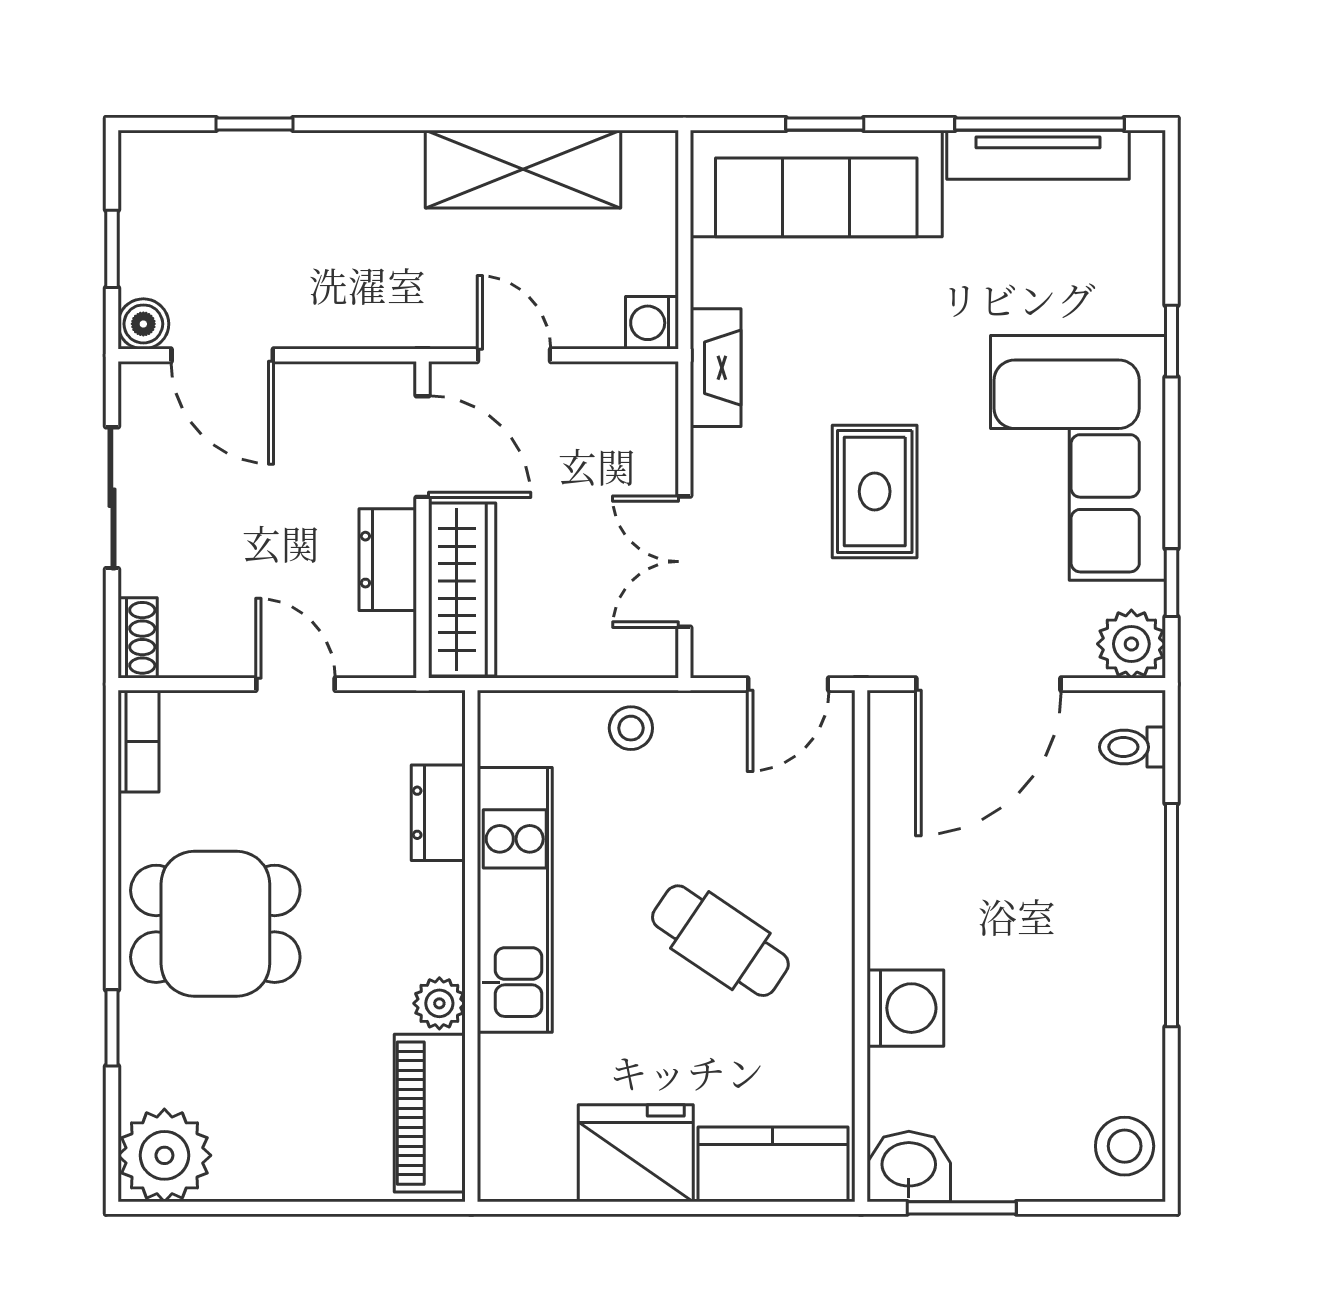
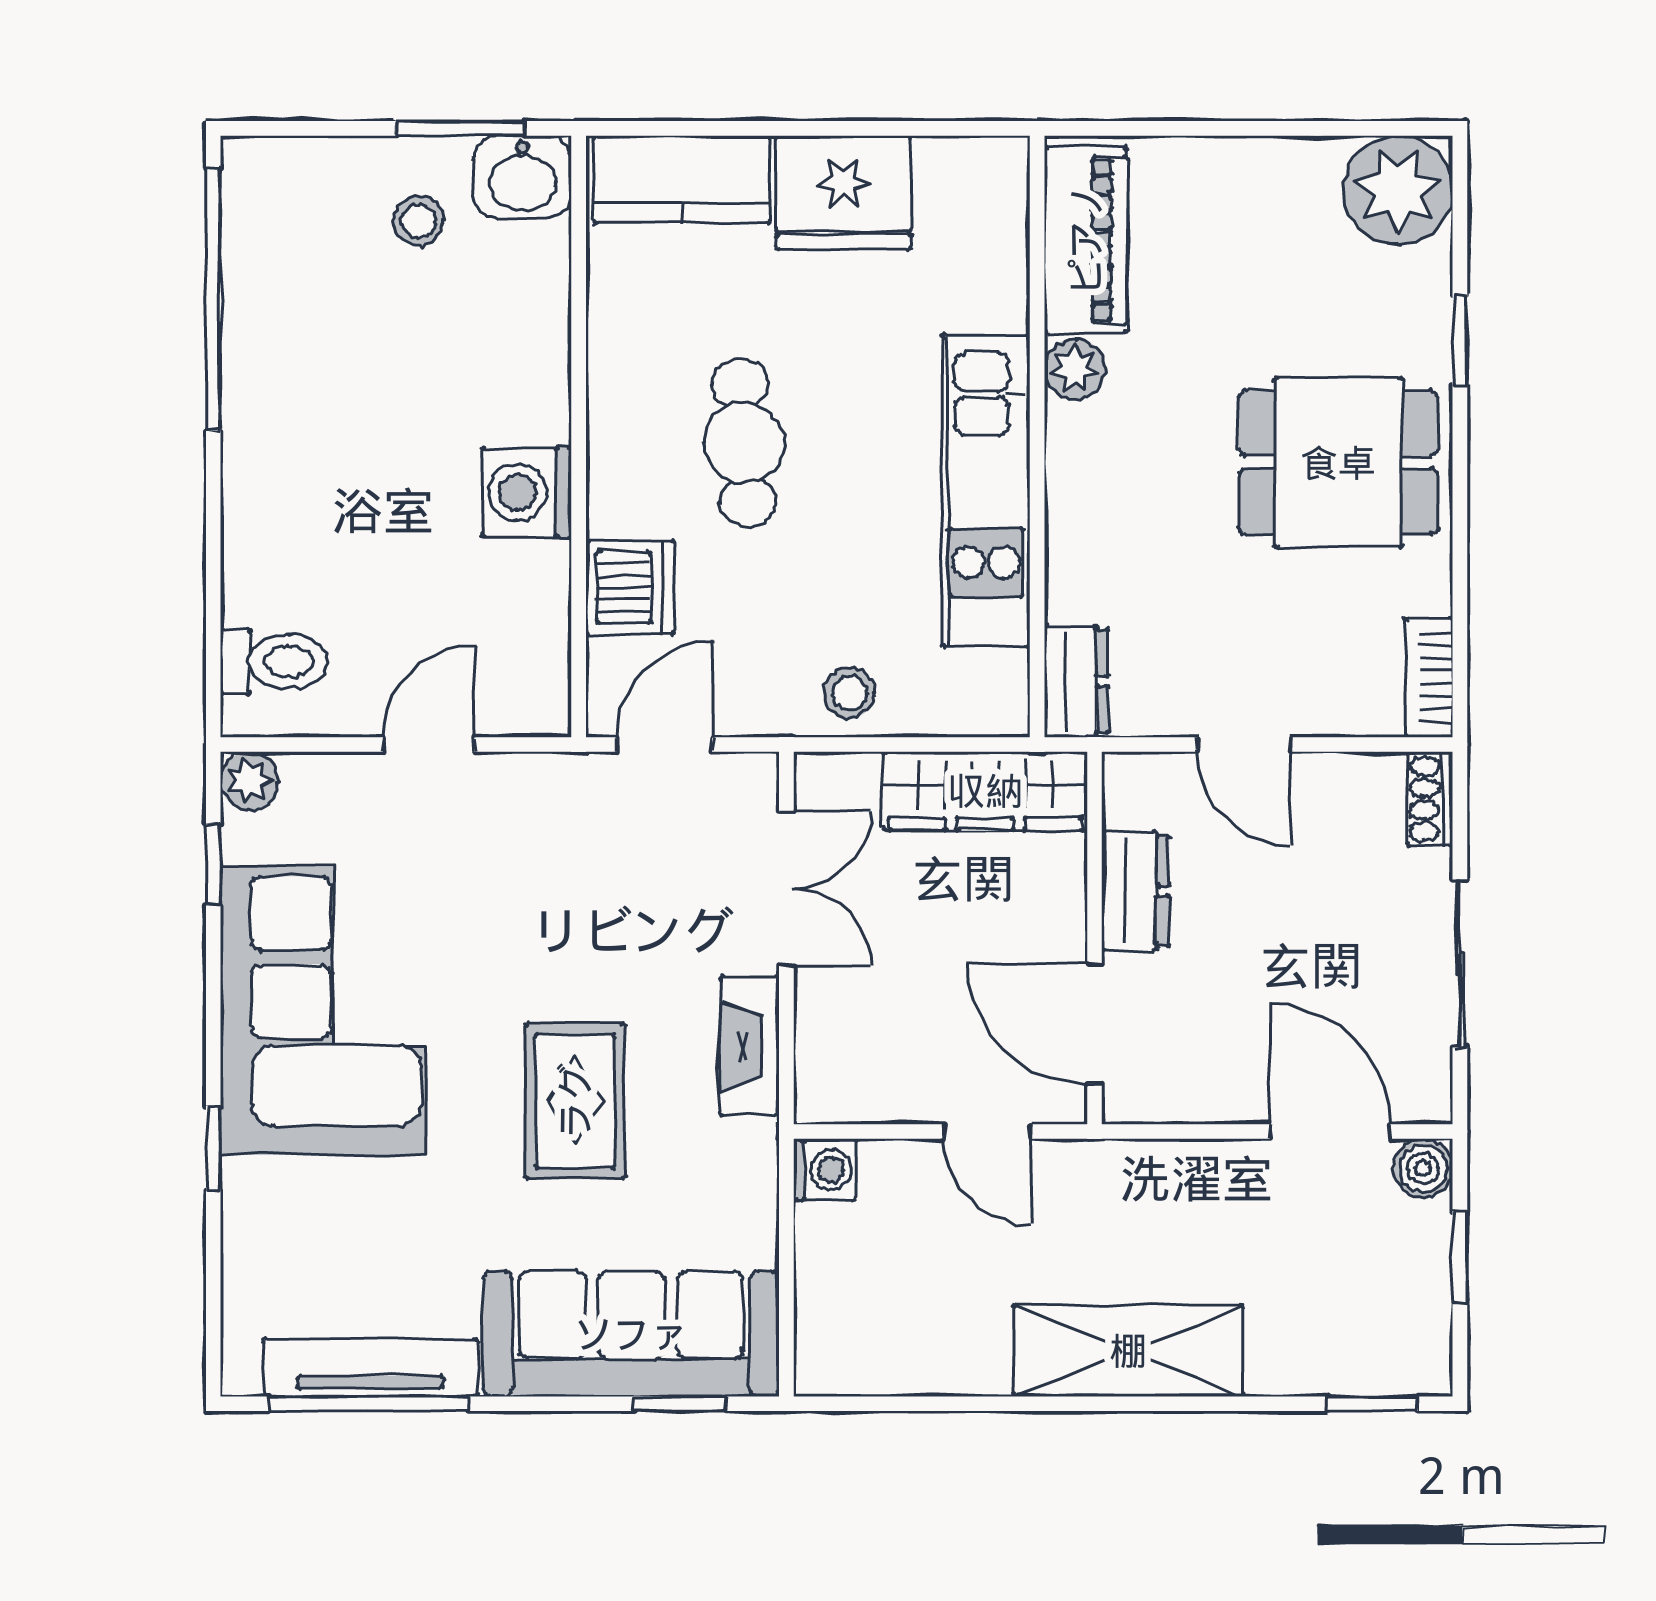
window: (254, 124) -> (1372, 1404), moved
window: (825, 124) -> (680, 1404), moved
shelving: (523, 169) -> (1128, 1351), moved
fireplace: (716, 368) -> (750, 1046), moved
rug: (875, 491) -> (575, 1101), moved
wardrobe: (462, 590) -> (985, 791), moved, turned -90
plant: (1131, 644) -> (250, 781), width x0.73, depth x0.73
door: (988, 684) -> (429, 745), width x0.53
toilet: (1133, 747) -> (274, 662), width x1.37, depth x1.39
dresser: (438, 813) -> (1076, 681), moved
dishwasher: (817, 818) -> (630, 587), added
window: (1172, 915) -> (213, 299), moved
cafe table: (720, 941) -> (744, 443), turned 52
washing machine: (905, 1008) -> (526, 492), moved
stool: (1125, 1146) -> (419, 221), moved, width x0.73, depth x0.73

